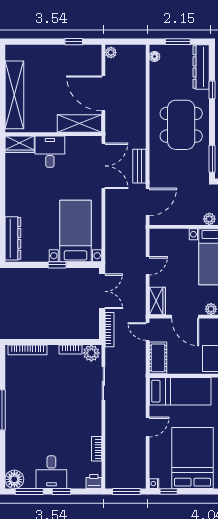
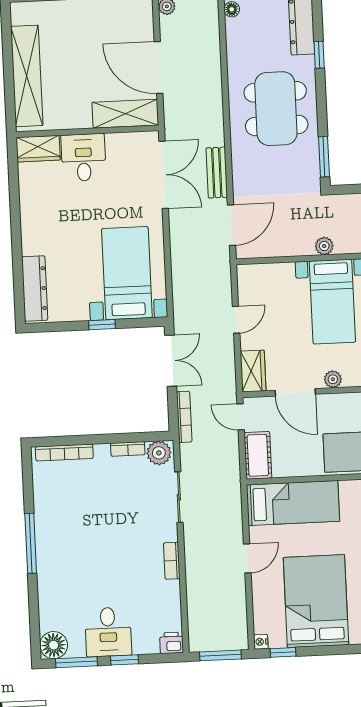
bookcase: (97, 449) -> (172, 561), moved

